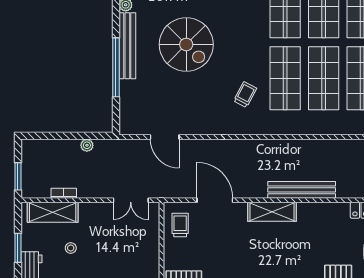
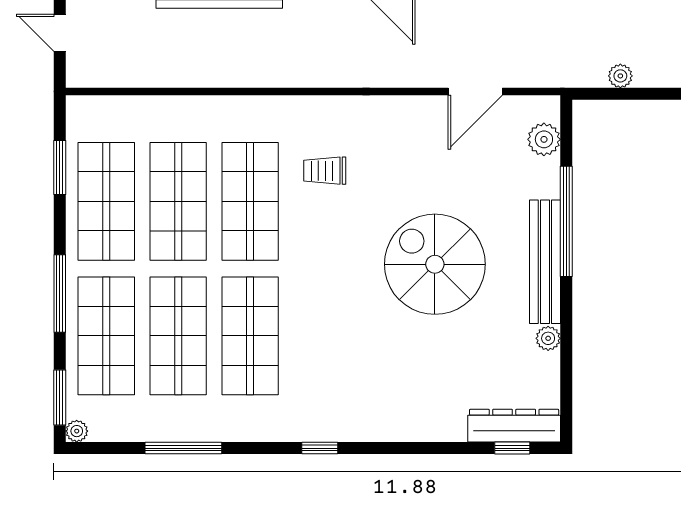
trolley: (245, 95) -> (325, 171), turned 62
plant: (128, 111) -> (544, 139), added
door: (165, 137) -> (475, 91), swing flipped

